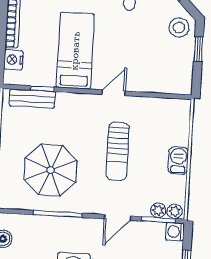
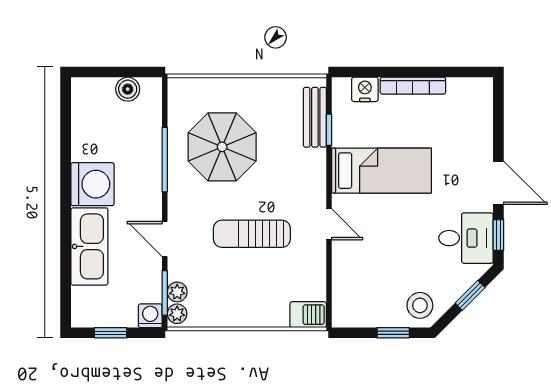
barbecue: (178, 161) -> (308, 315), moved

